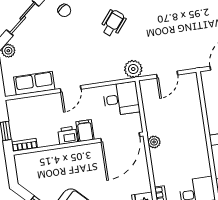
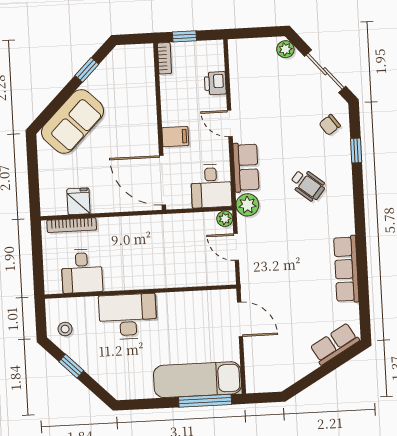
row of seats: (34, 83) -> (246, 167), moved
printer: (68, 135) -> (215, 83), moved, turned 180
plant: (154, 142) -> (225, 219), moved

